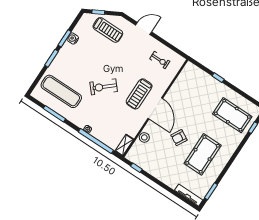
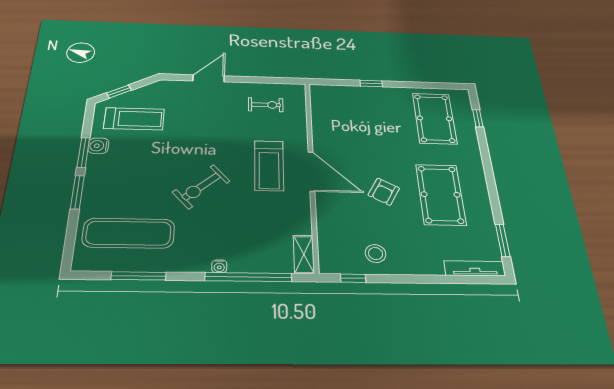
treadmill: (108, 30) -> (134, 119), moved
pool table: (232, 115) -> (434, 118), turned 90
stool: (144, 137) -> (376, 254), moved

